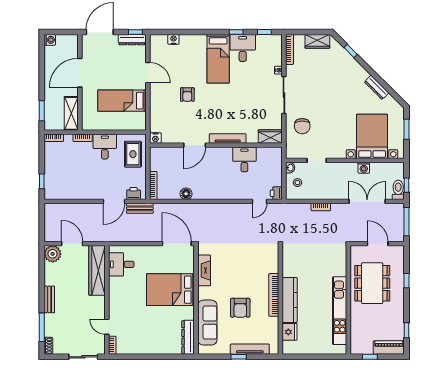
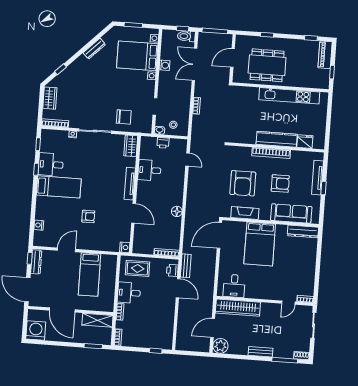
washing machine: (50, 40) -> (36, 330), width x1.89, depth x1.89
printer: (276, 193) -> (163, 143), moved
floor lamp: (186, 194) -> (177, 211), moved
armchair: (237, 266) -> (243, 183), added

